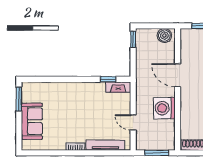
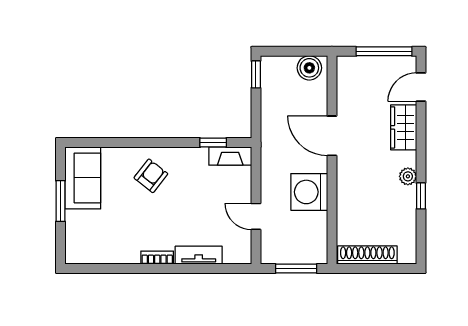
window: (19, 99) -> (60, 201), moved
armchair: (72, 99) -> (151, 176), added
sofa: (32, 121) -> (83, 178), moved
tv unit: (105, 145) -> (199, 255), width x0.71

